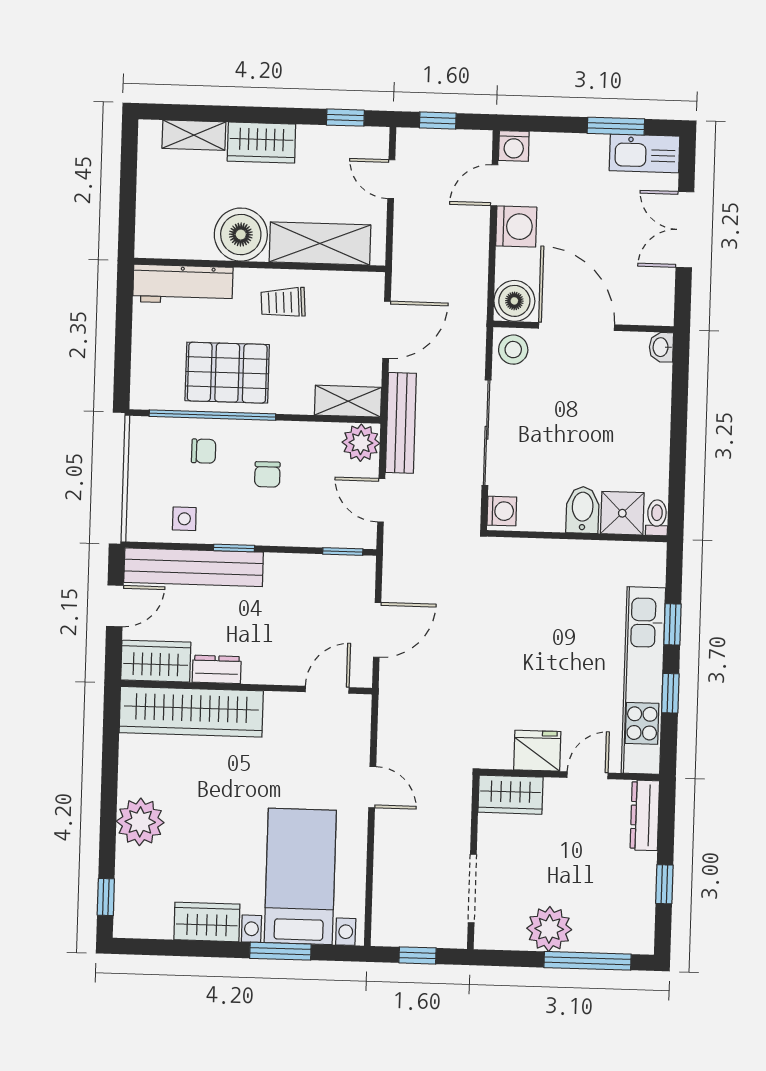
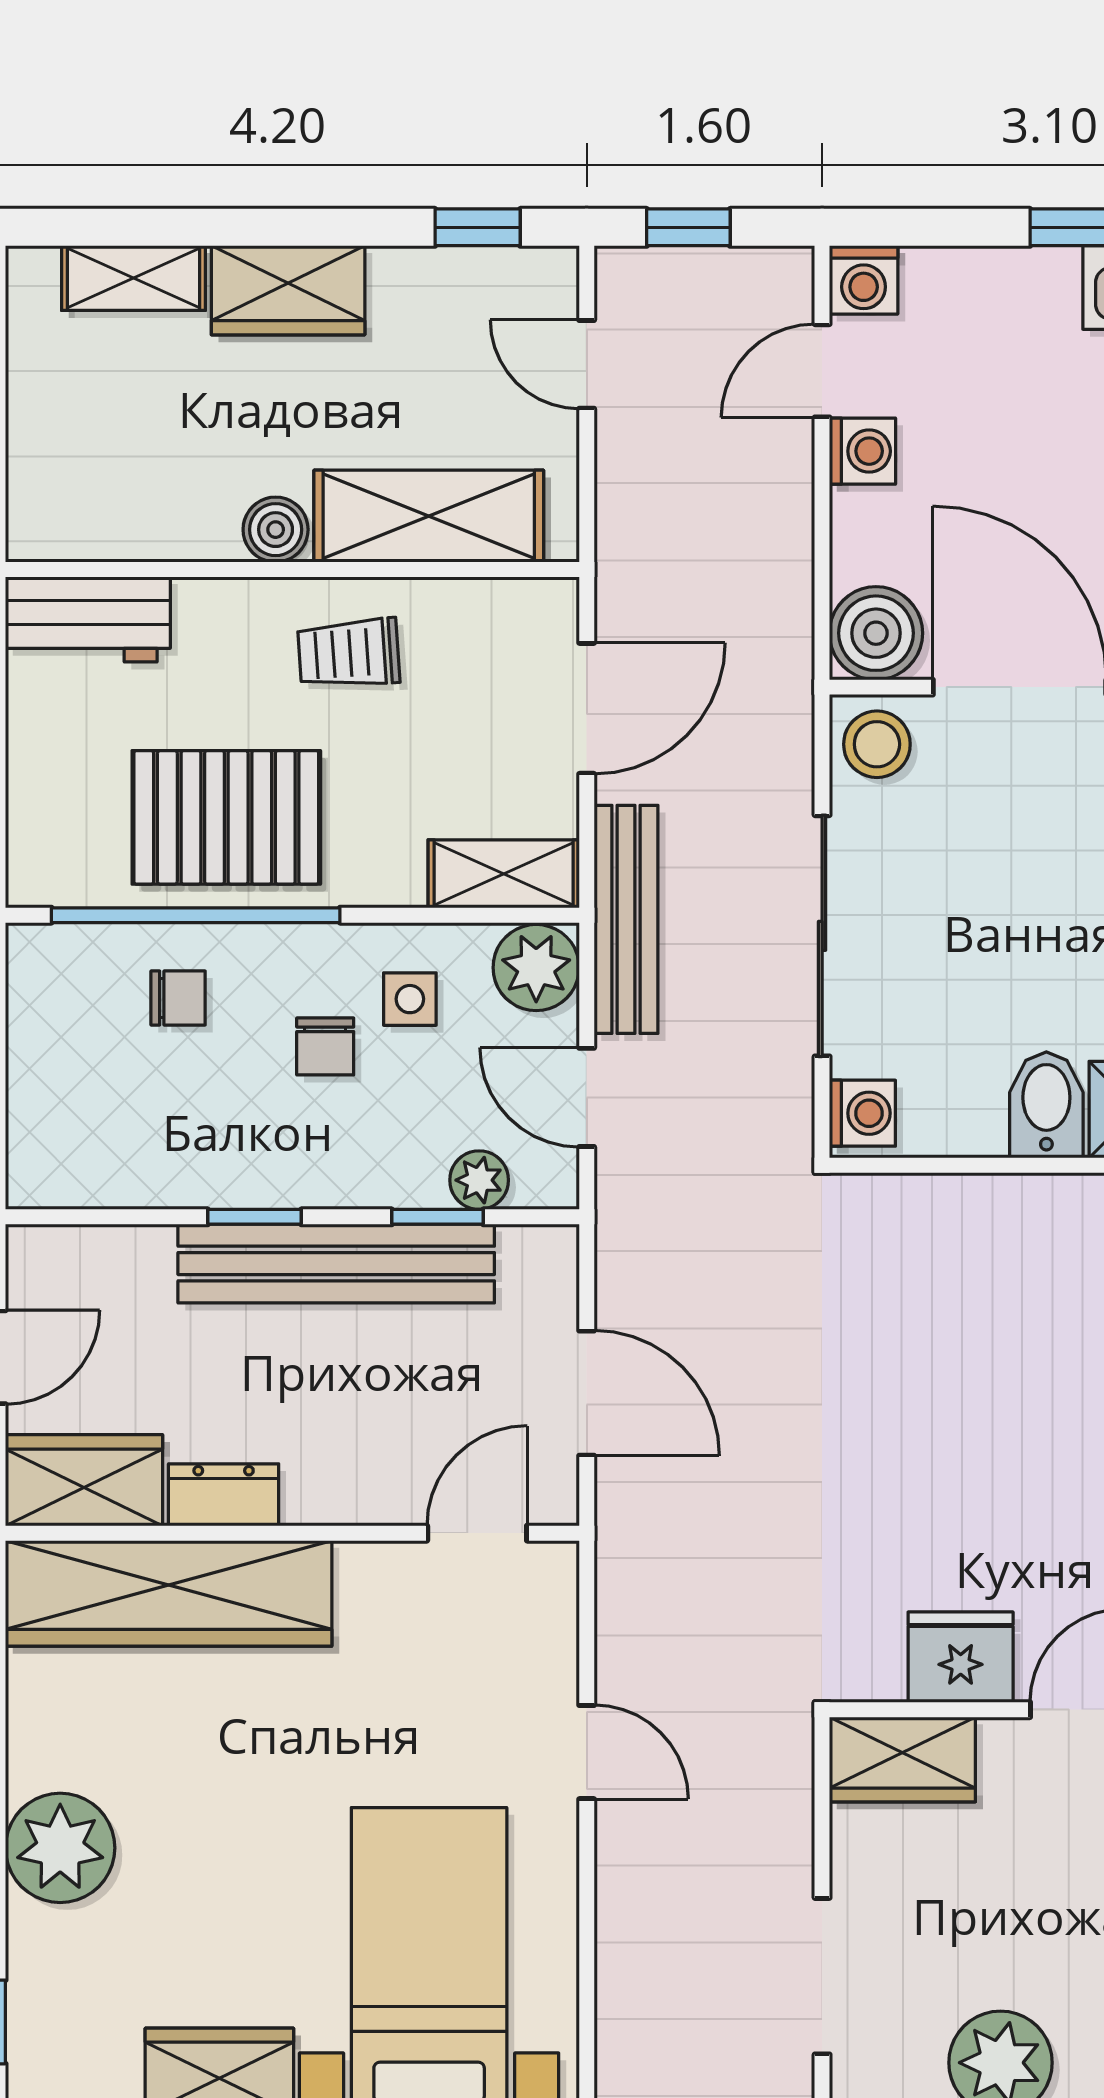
washing machine: (516, 227) -> (862, 451), width x0.73, depth x0.73
boiler: (241, 235) -> (276, 530), width x0.54, depth x0.54
workbench: (183, 284) -> (88, 619), width x0.73
side table: (184, 519) -> (410, 999), moved
plant: (333, 535) -> (479, 1180), added
window: (343, 551) -> (437, 1217), moved
bench: (194, 567) -> (336, 1264), moved
door: (377, 630) -> (587, 1393), hinge flipped

